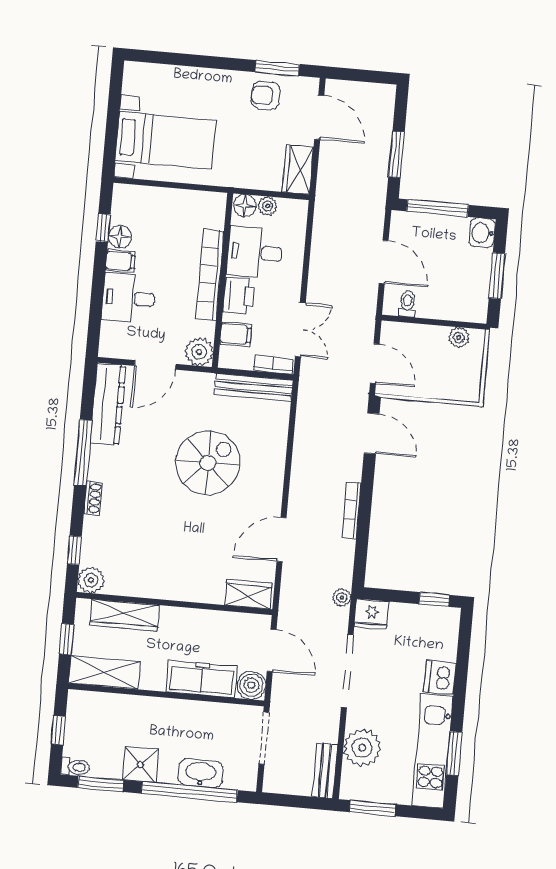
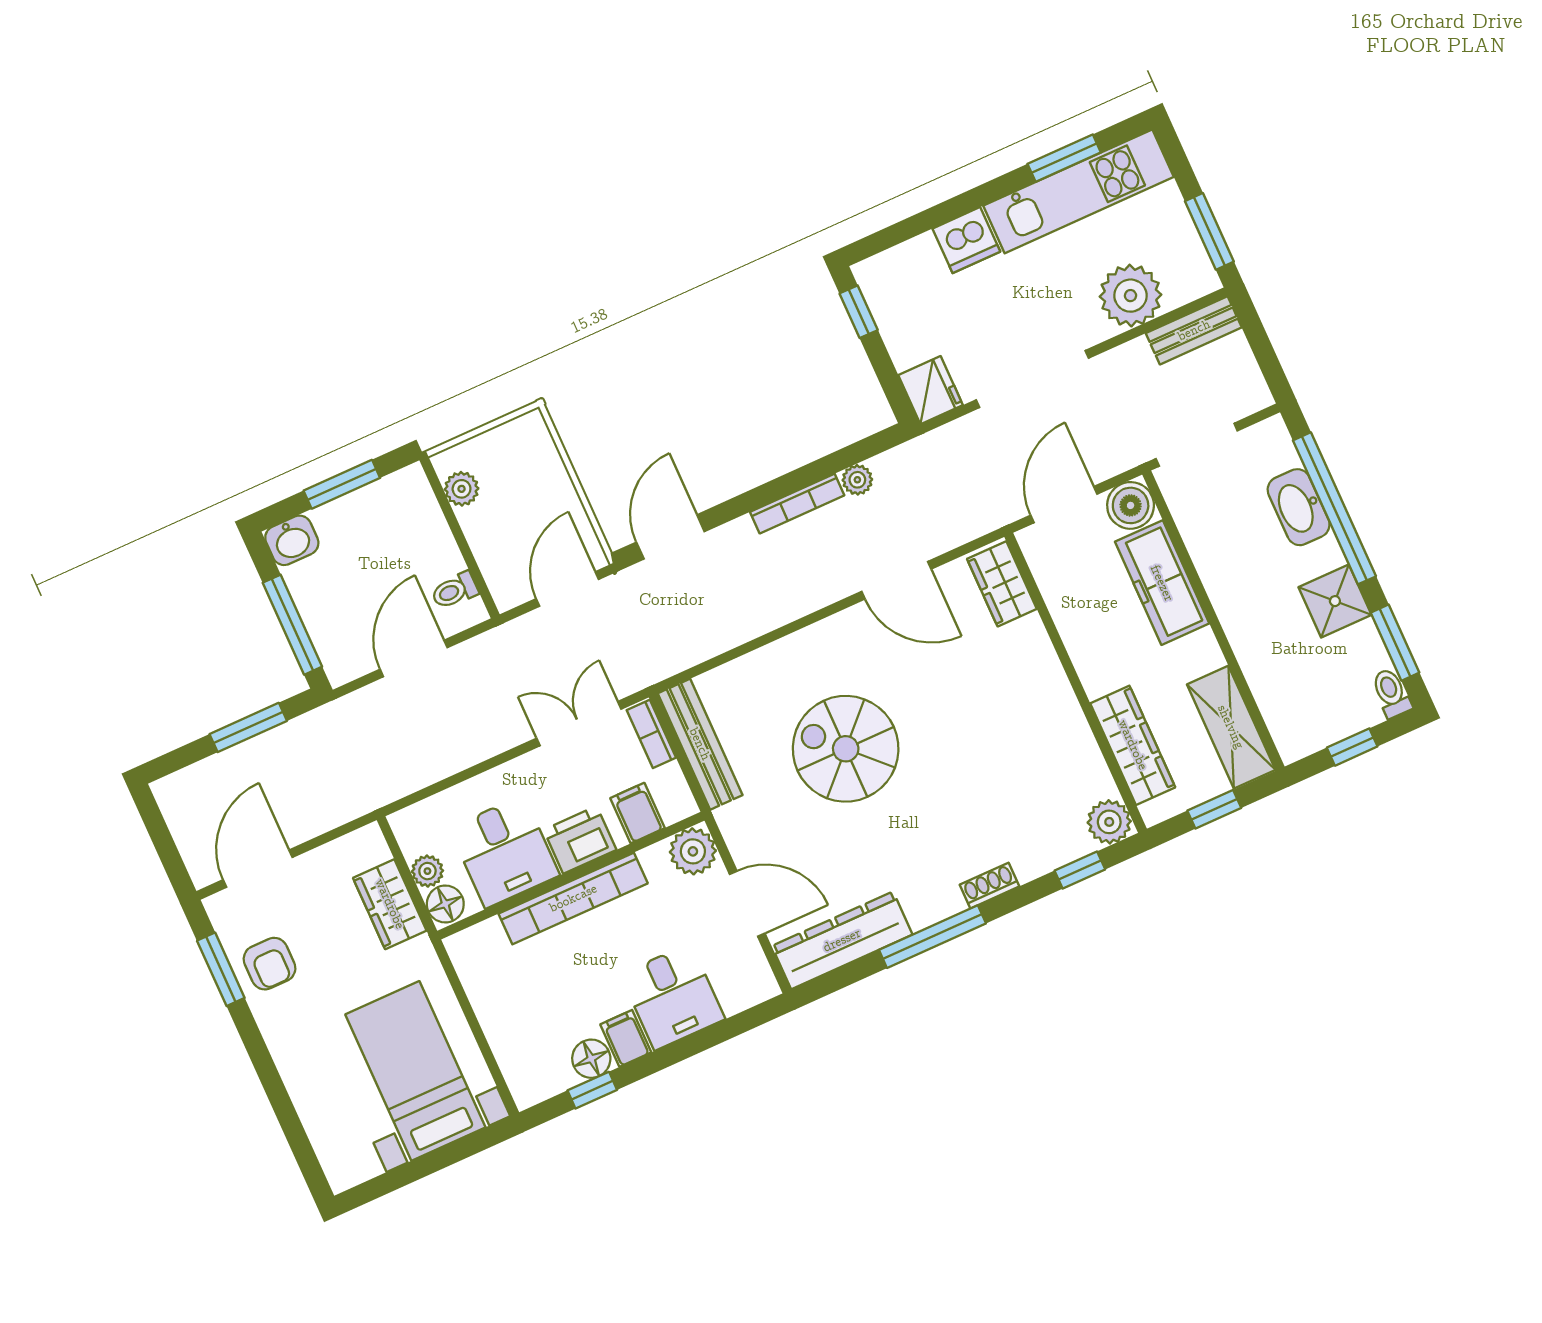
wardrobe: (298, 170) -> (390, 904), moved, turned 90
plant: (342, 597) -> (857, 480), moved

